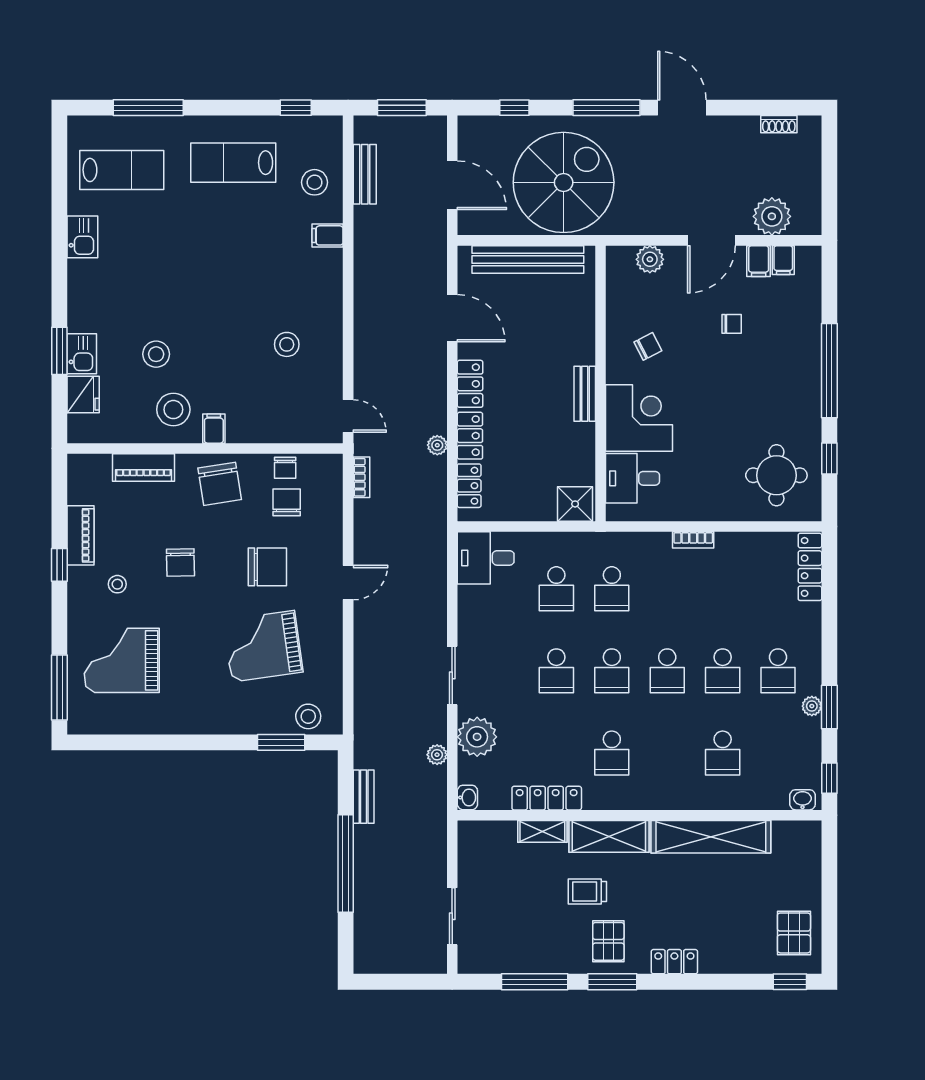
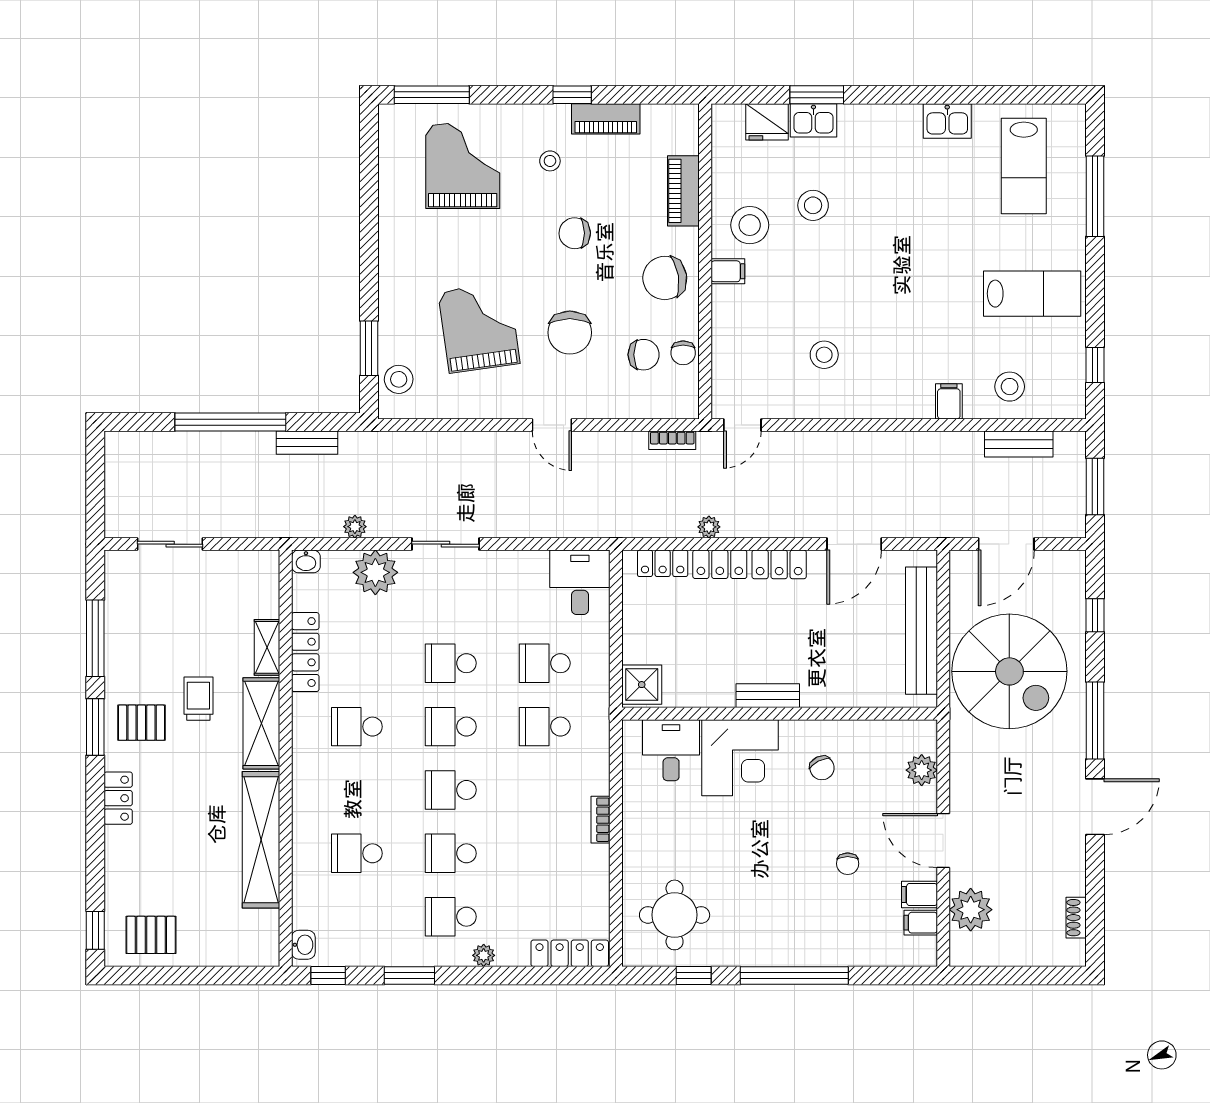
lab bench: (233, 163) -> (1032, 294), turned 90
chair: (285, 468) -> (683, 353), turned -90
plant: (812, 706) -> (484, 955), moved

